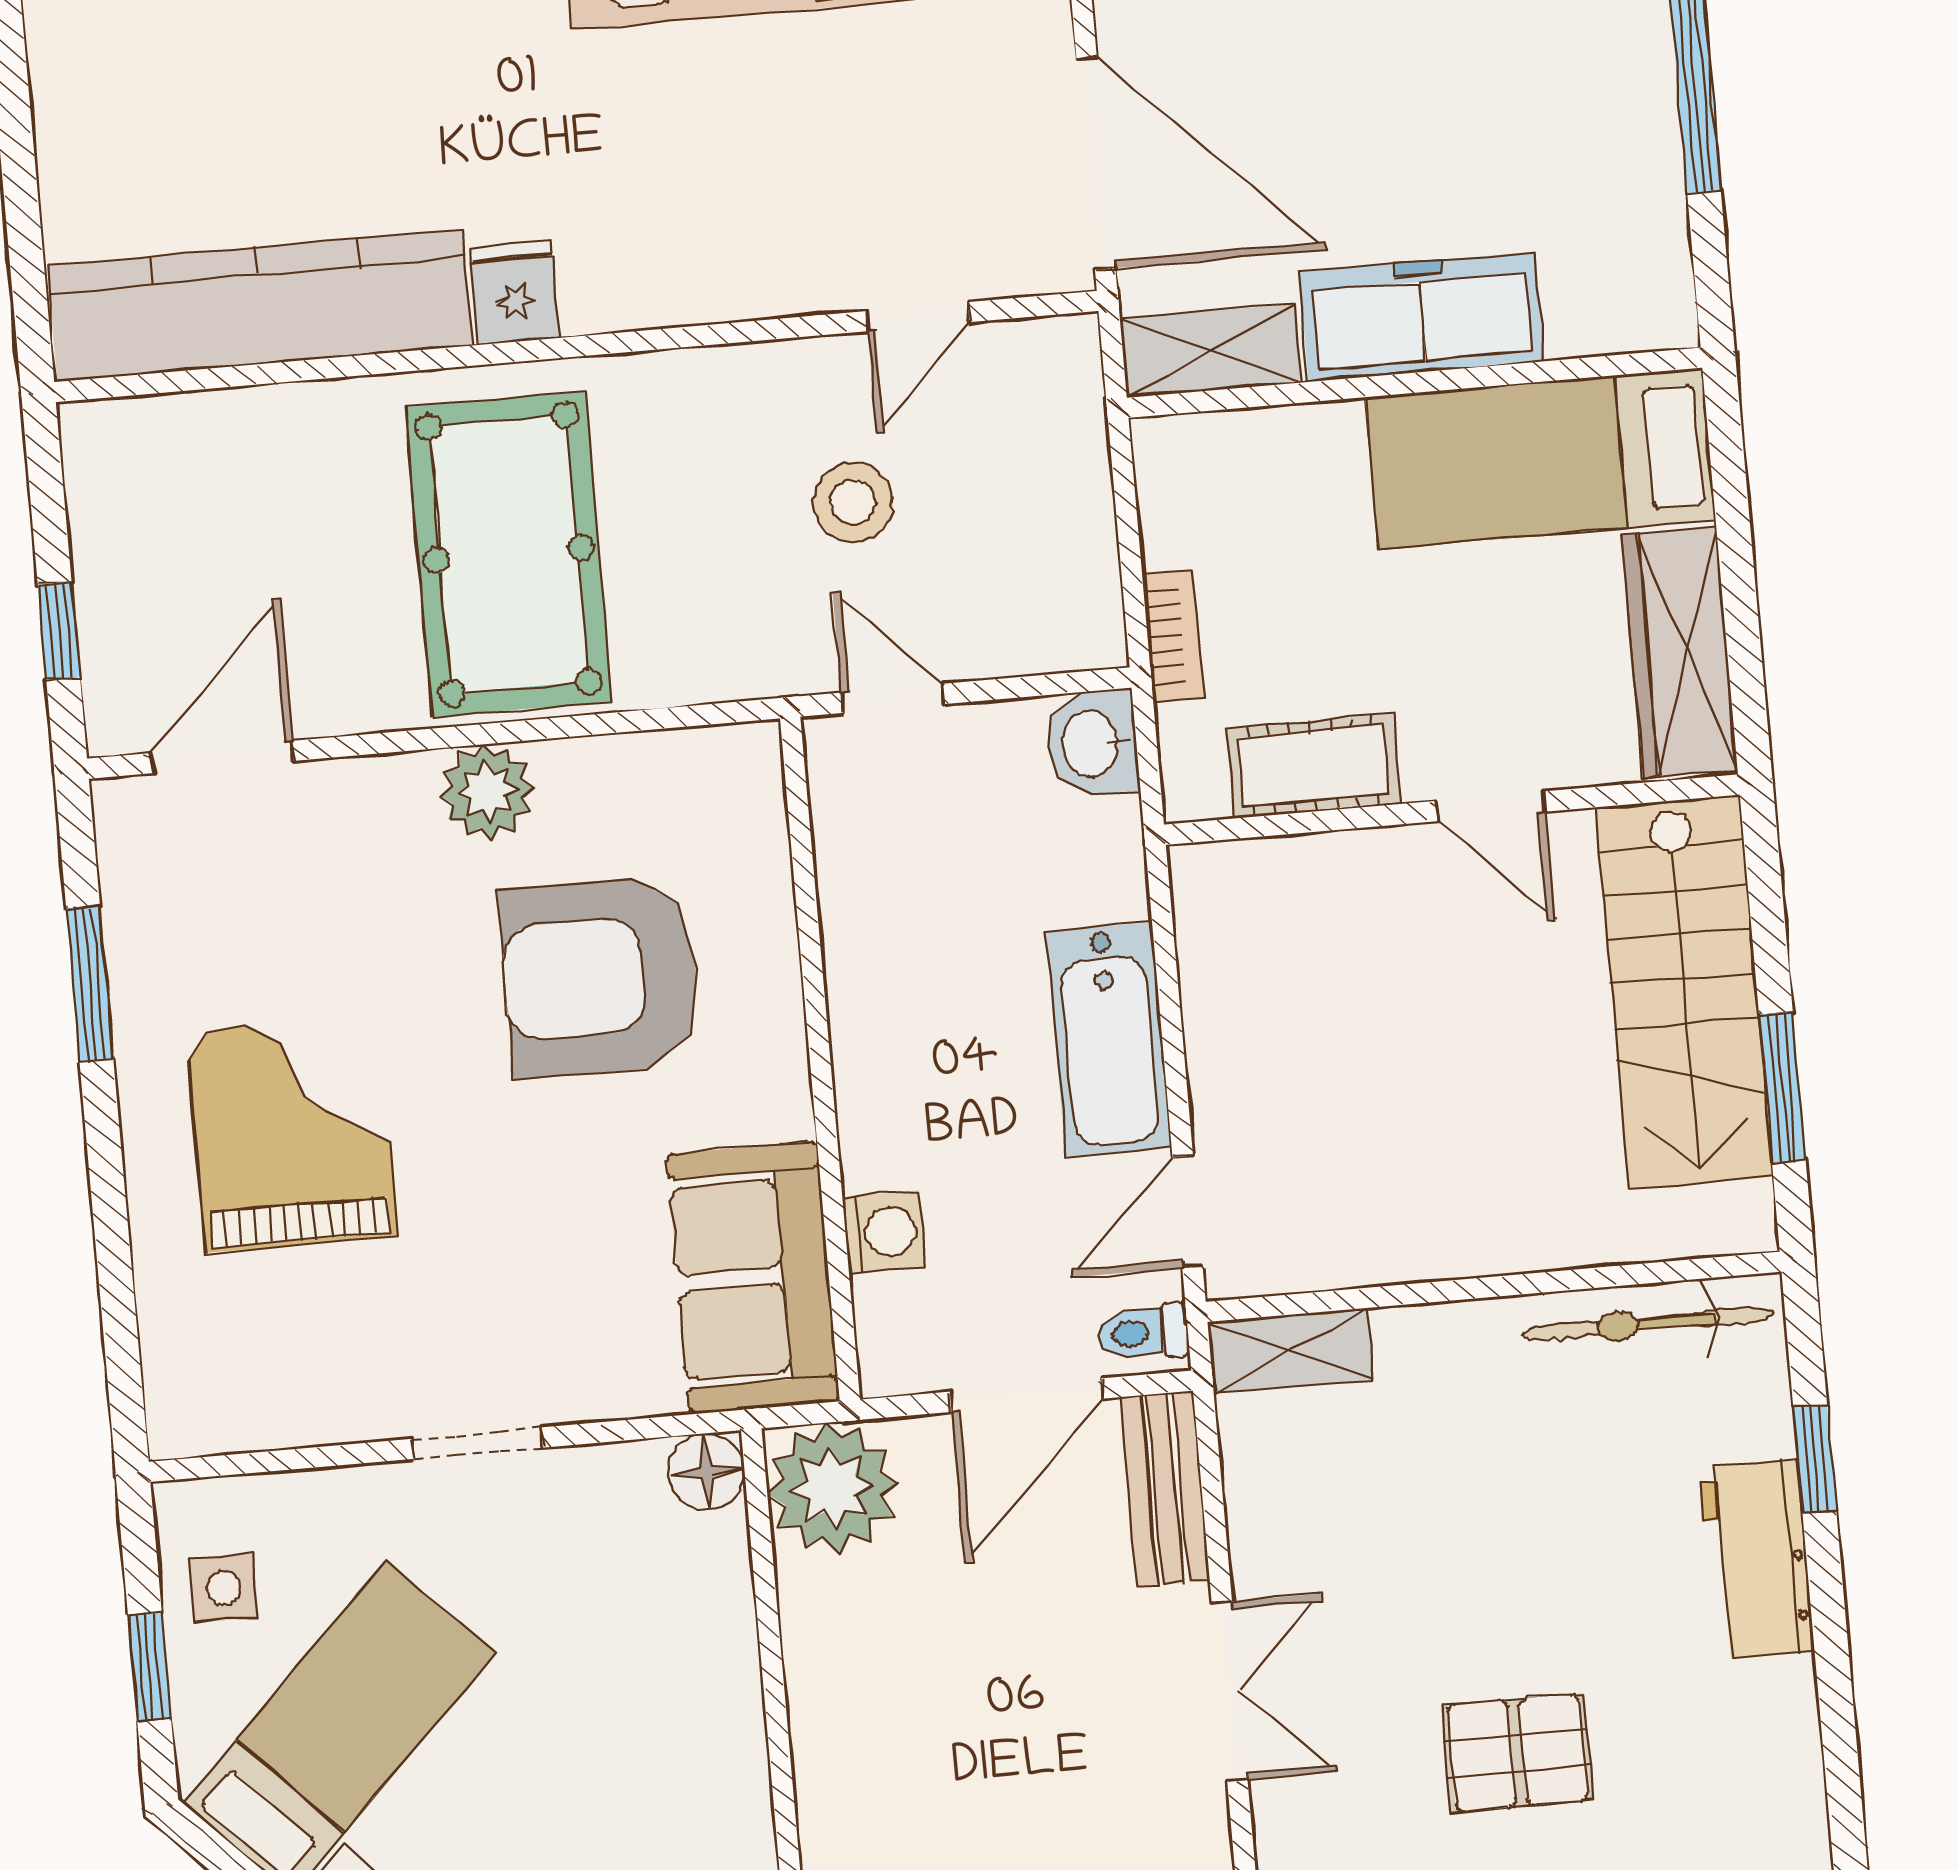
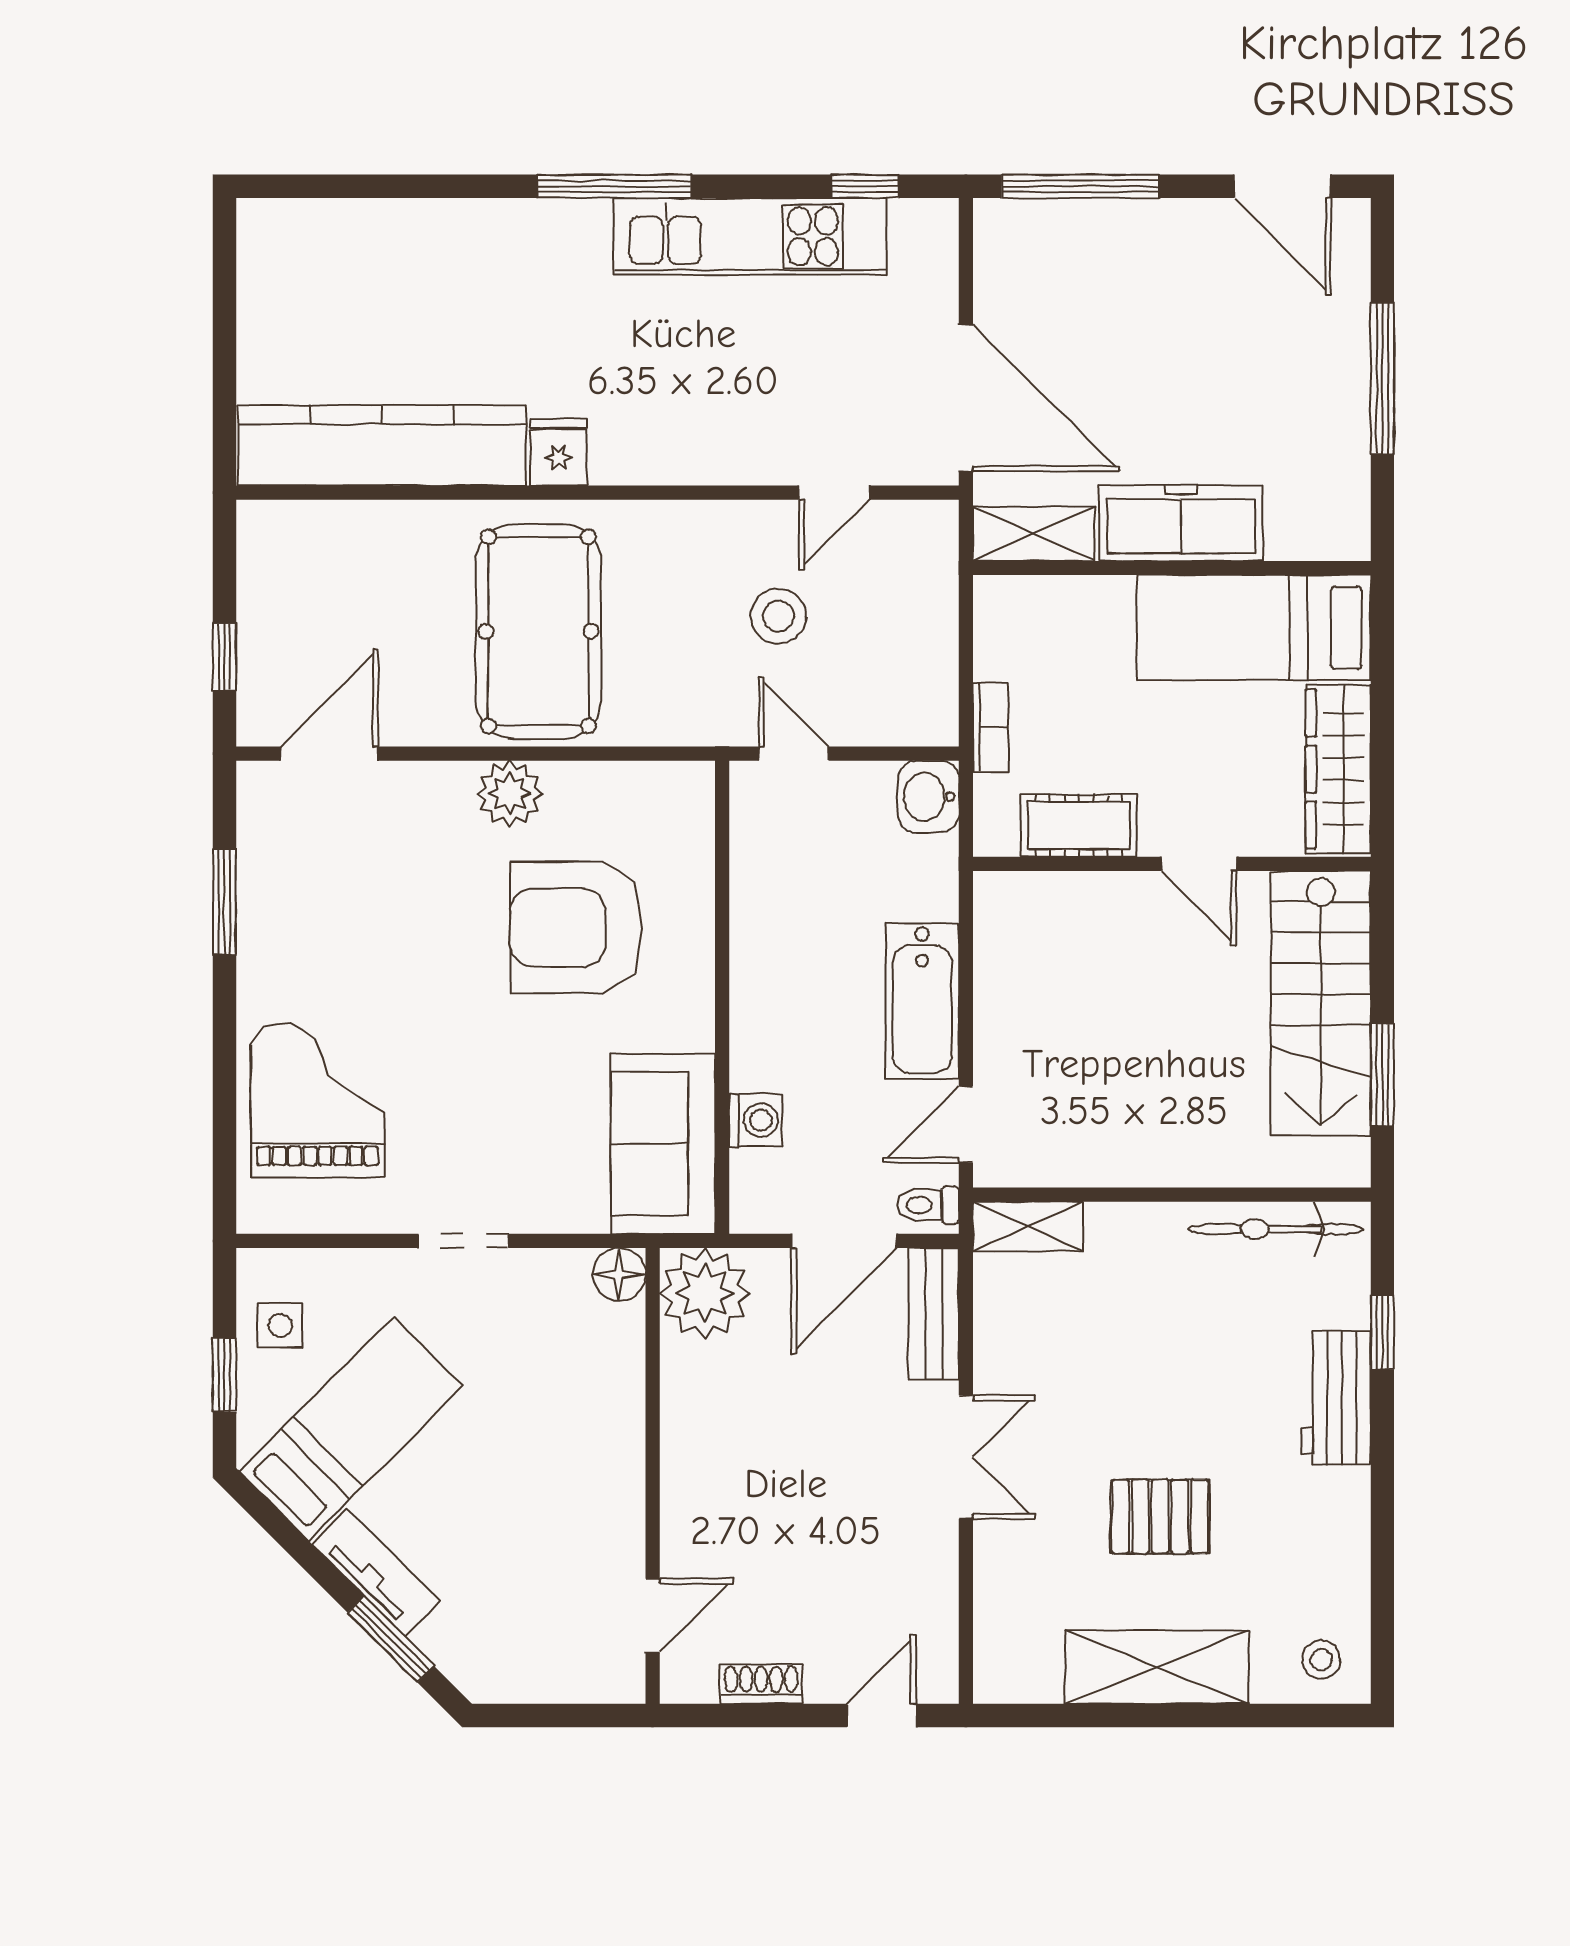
grand piano: (292, 1133) -> (318, 1100), moved

